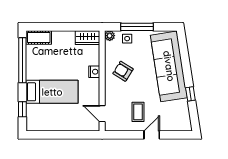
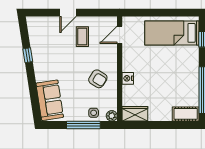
sofa: (169, 66) -> (50, 100), width x0.54, depth x0.79
bed: (52, 92) -> (172, 33), moved
door: (102, 114) -> (120, 35), swing flipped

